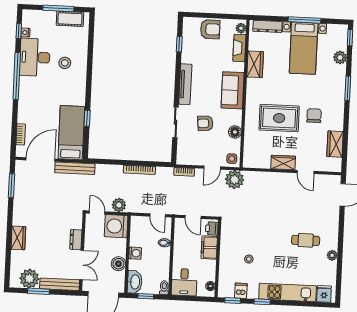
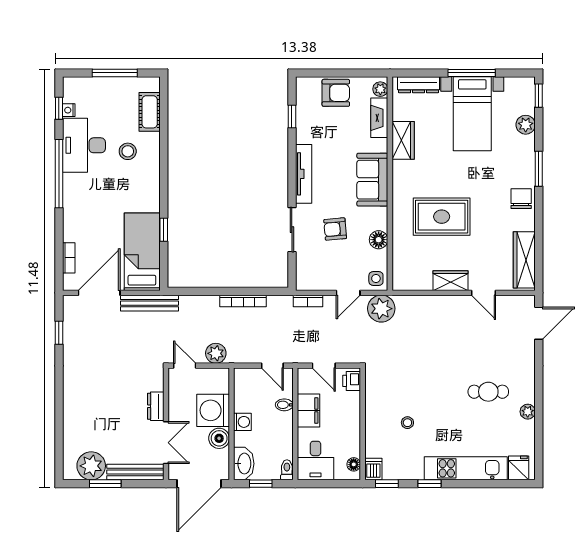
cot: (70, 19) -> (150, 112), moved, turned 90
chair: (314, 116) -> (521, 199), moved
wardrobe: (335, 144) -> (524, 260), width x1.50
window: (11, 186) -> (59, 333), width x0.67
washing machine: (116, 226) -> (213, 410), moved
wardrobe: (18, 238) -> (72, 408), removed
filing cabinet: (209, 248) -> (309, 411), moved, turned 180
dishwasher: (241, 291) -> (373, 469), moved

